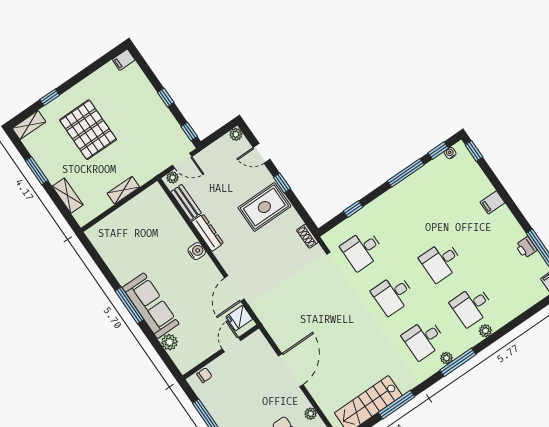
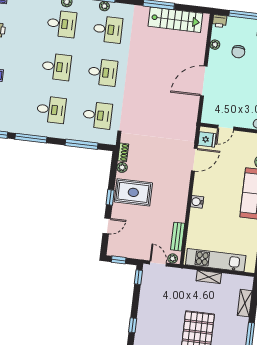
window: (166, 97) -> (133, 325), moved
window: (222, 131) -> (119, 260), added
plant: (236, 134) -> (122, 167), moved
door: (262, 153) -> (107, 226), hinge flipped
window: (353, 209) -> (81, 144), width x2.17
kitchen unit: (131, 212) -> (216, 260), added
desk: (410, 217) -> (51, 110), added
dresser: (207, 233) -> (181, 207), removed

